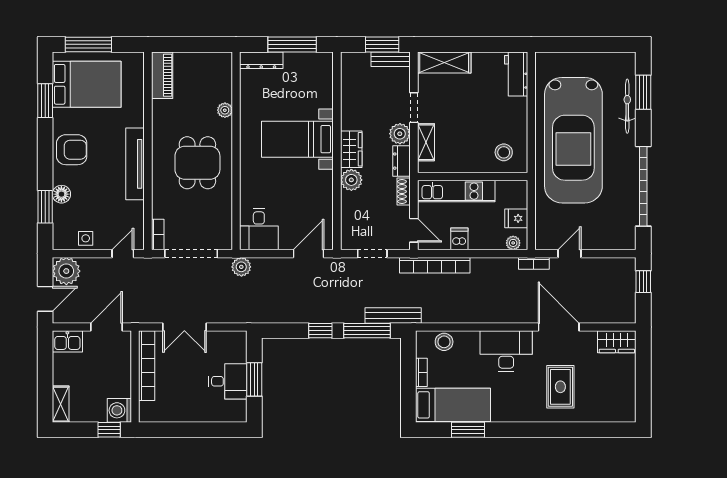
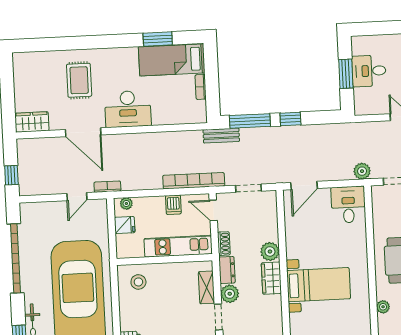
bench: (393, 315) -> (221, 136), width x0.73
stool: (444, 342) -> (182, 114), removed

